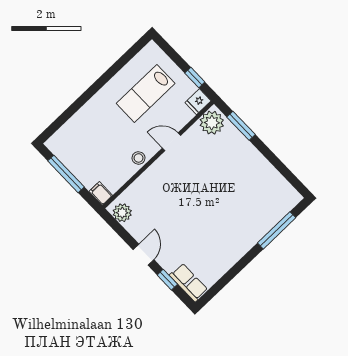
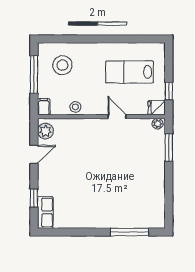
plant: (212, 123) -> (158, 124), width x0.53, depth x0.53
stool: (83, 143) -> (62, 65), added
stool: (138, 158) -> (75, 107), moved
door: (143, 255) -> (34, 154), moved

